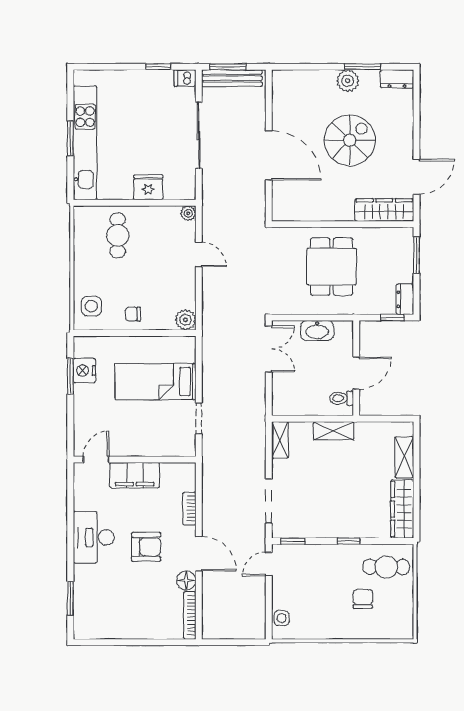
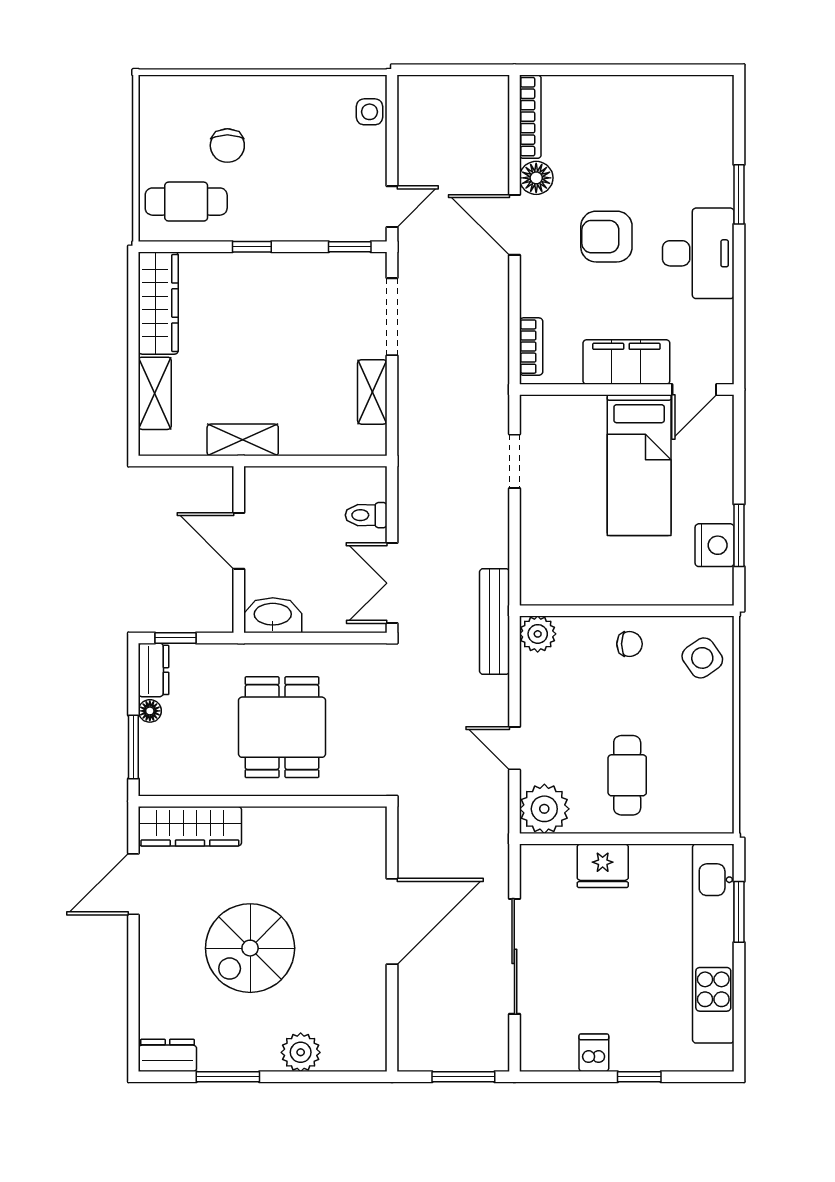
window: (158, 67) -> (639, 1077), moved
dishwasher: (185, 78) -> (594, 1053), moved, turned -90
bench: (232, 78) -> (494, 621), moved, turned 90
plant: (348, 81) -> (301, 1052), moved
window: (70, 138) -> (739, 912), moved
door: (269, 155) -> (392, 922), swing flipped
plant: (188, 213) -> (544, 809), width x1.88, depth x1.88
cafe table: (118, 235) -> (627, 775), moved
floor lamp: (407, 276) -> (150, 711), added
side table: (91, 306) -> (702, 658), turned -35
washbasin: (317, 331) -> (273, 615), moved
door: (356, 373) -> (239, 541), hinge flipped
bed: (155, 382) -> (639, 465), moved, turned 90
toilet: (341, 398) -> (366, 515), moved, turned 180
shelving: (334, 431) -> (243, 440), moved
shelving: (280, 440) -> (372, 392), moved
bookcase: (189, 509) -> (531, 347), moved
window: (70, 598) -> (739, 194), moved

